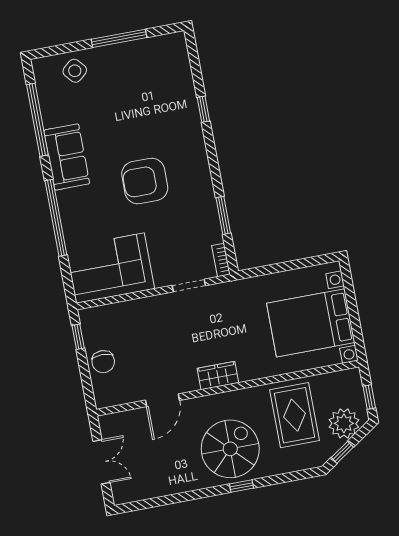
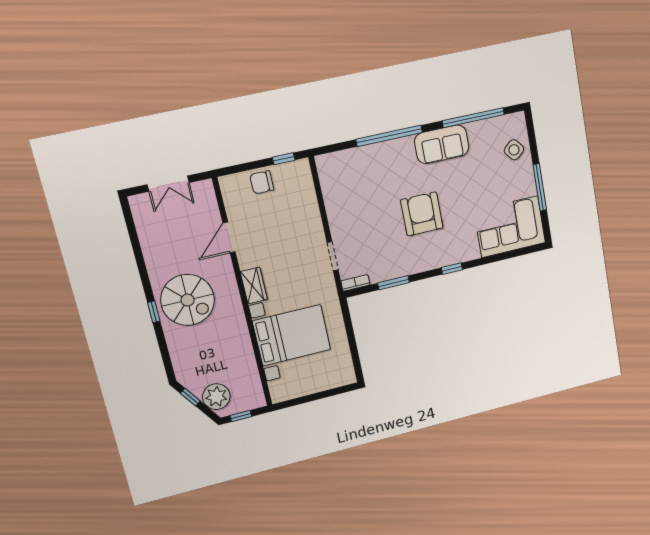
window: (203, 109) -> (452, 269), moved
corner sofa: (110, 268) -> (510, 227), moved, turned -90
bed with nightstands: (311, 323) -> (292, 335), moved, turned 90
door: (162, 400) -> (229, 237), hinge flipped
rug: (294, 415) -> (221, 354), removed

